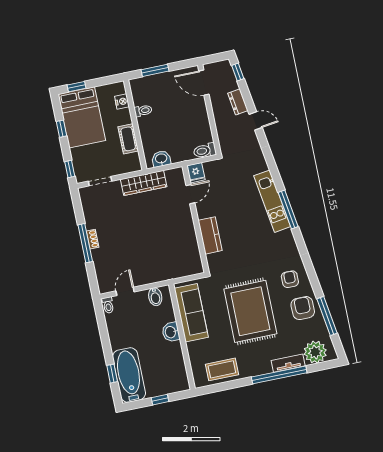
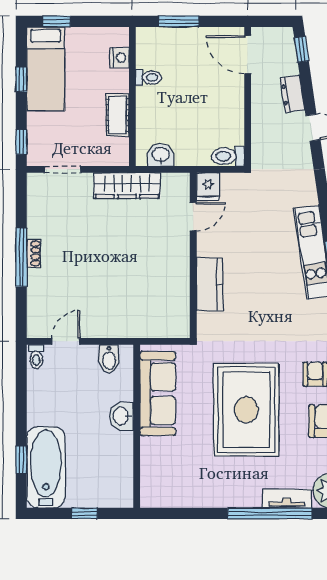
bed: (82, 117) -> (46, 69), width x0.67
coffee table: (222, 369) -> (186, 488), removed

